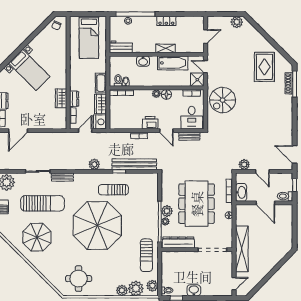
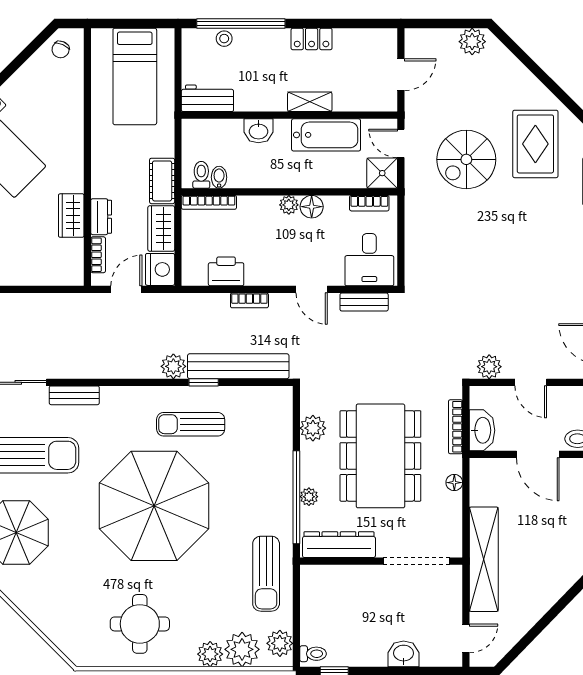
spiral stairs: (223, 100) -> (466, 159), moved
printer: (150, 123) -> (226, 271), moved
plant: (94, 164) -> (173, 366), moved
plant: (167, 211) -> (313, 428), moved
round table: (79, 279) -> (140, 624), moved
washbasin: (194, 290) -> (404, 654), moved

